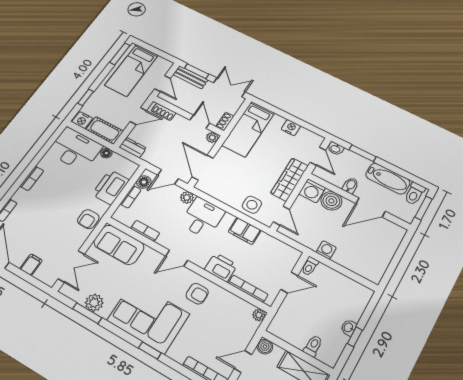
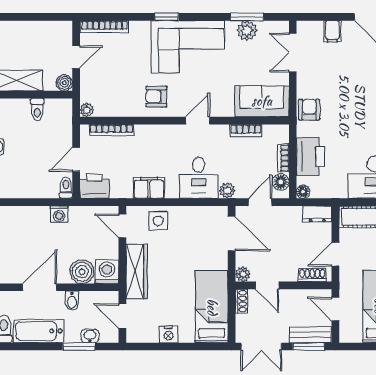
washbasin: (336, 149) -> (90, 336), moved
floor lamp: (106, 153) -> (303, 192), moved
printer: (221, 267) -> (94, 186), moved, turned 180
toilet: (313, 346) -> (37, 110), moved

